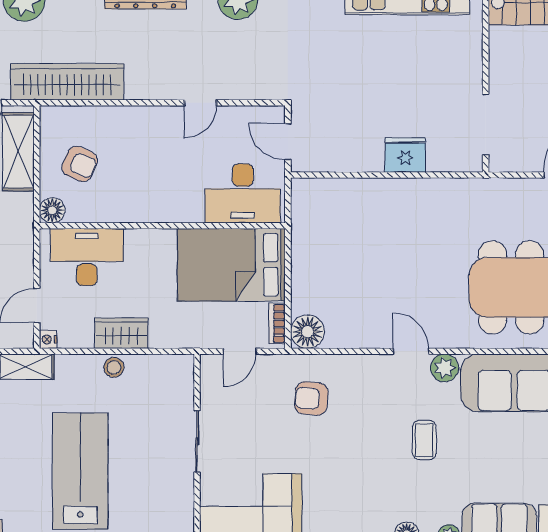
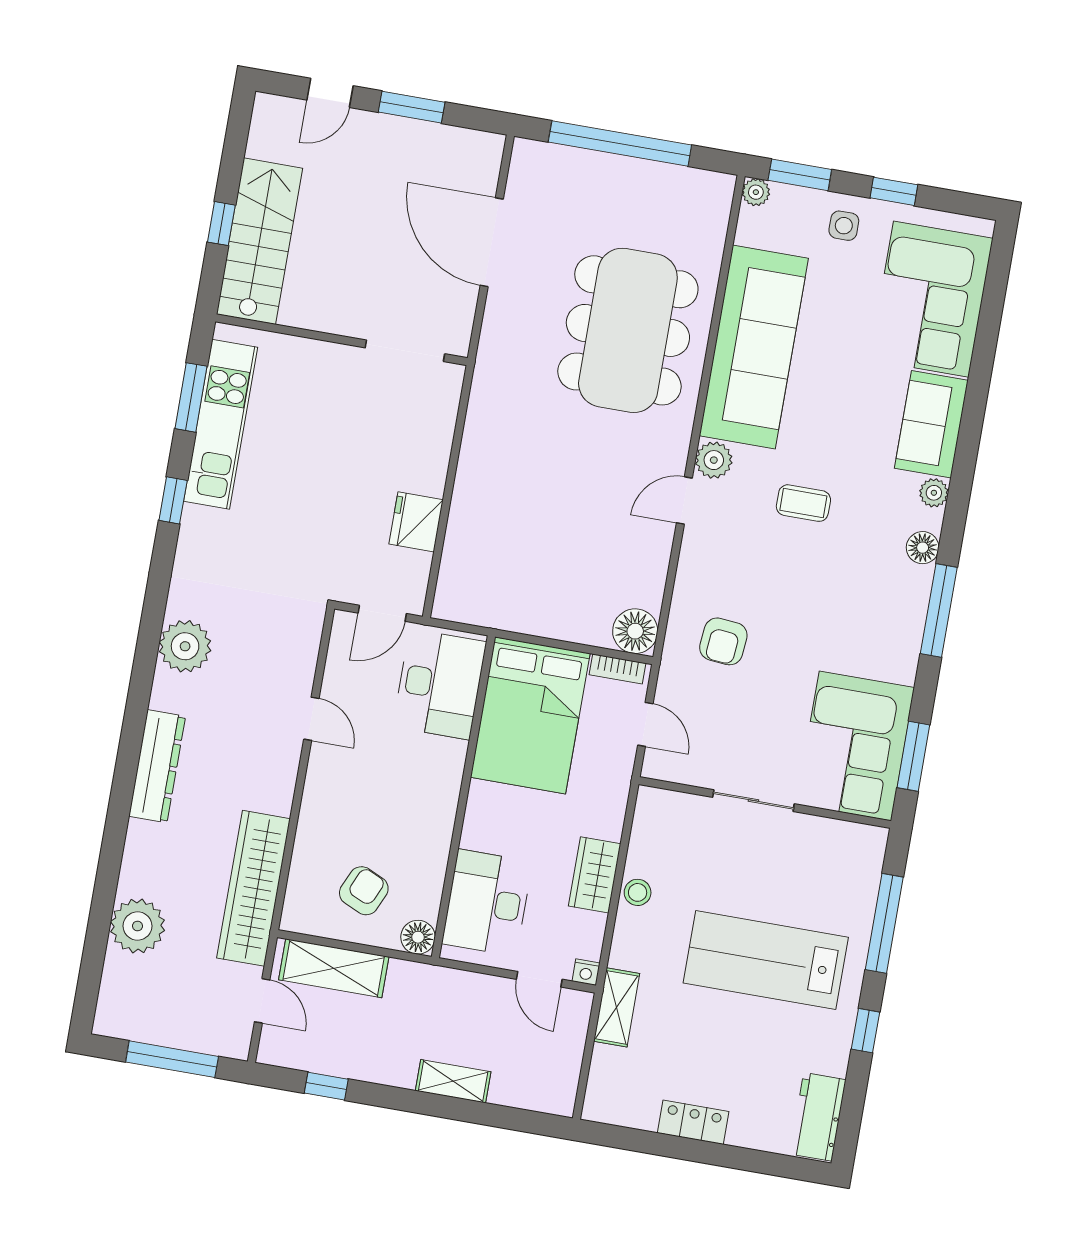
fridge: (405, 155) -> (416, 522), moved

